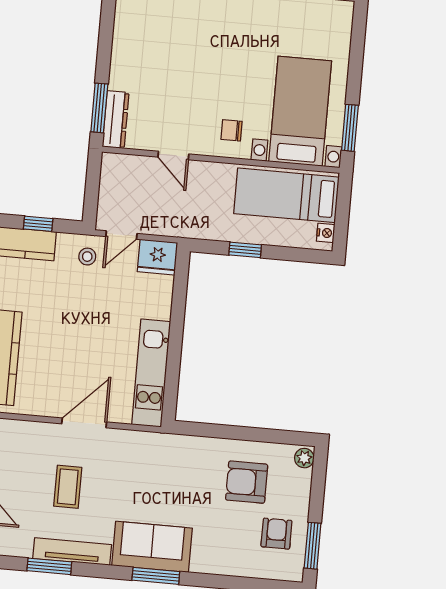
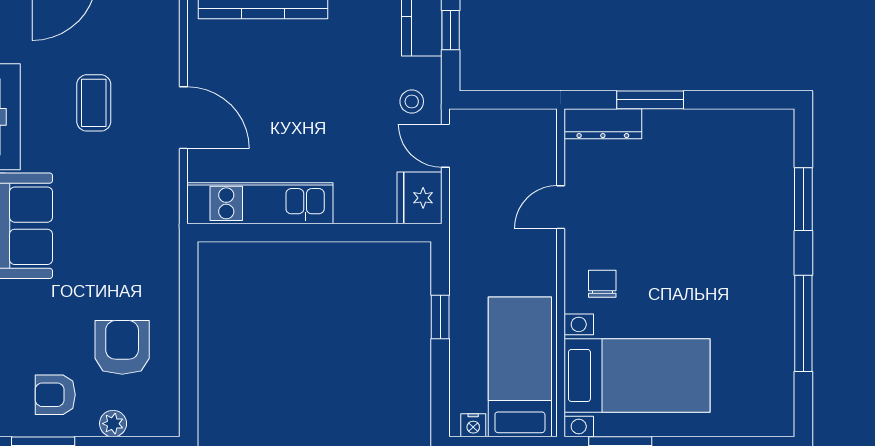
window: (99, 108) -> (650, 100), moved
plant: (304, 458) -> (113, 424), moved
coffee table: (68, 487) -> (94, 103), turned 90
armchair: (276, 534) -> (55, 395), turned 180

